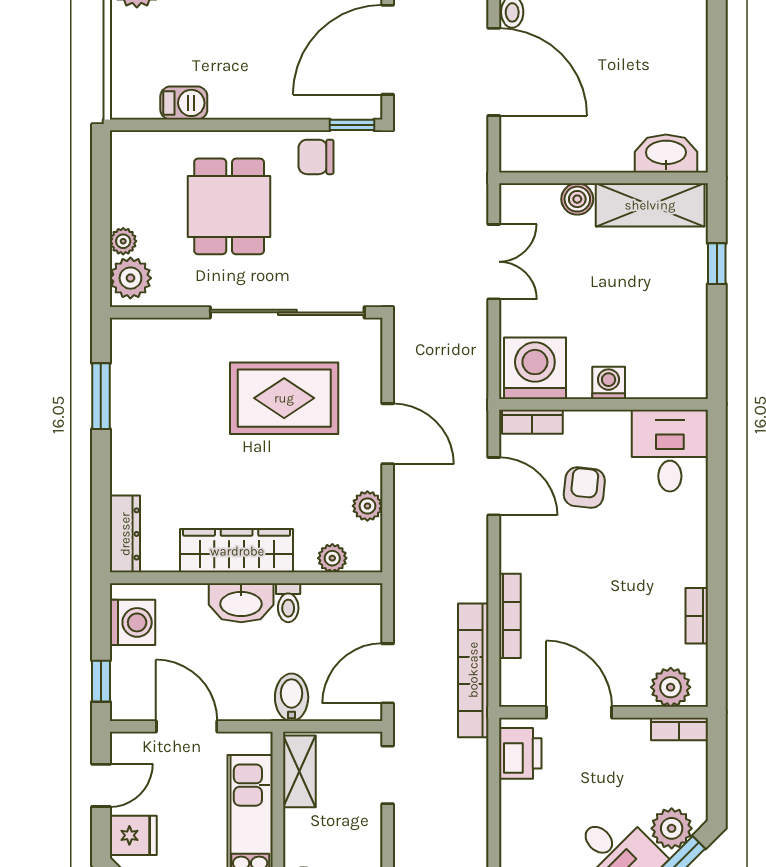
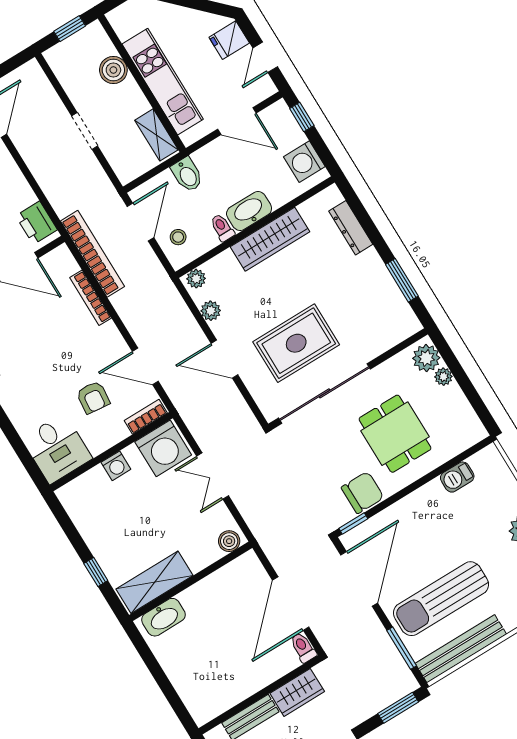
door: (494, 72) -> (291, 604), hinge flipped
chair: (316, 157) -> (363, 493), width x1.37, depth x1.37
boiler: (577, 199) -> (229, 541), moved
double door: (494, 262) -> (213, 476), moved
dresser: (125, 534) -> (351, 228), moved
plant: (332, 558) -> (196, 279), moved
stool: (352, 625) -> (178, 237), added
doorway: (388, 775) -> (85, 131), moved

